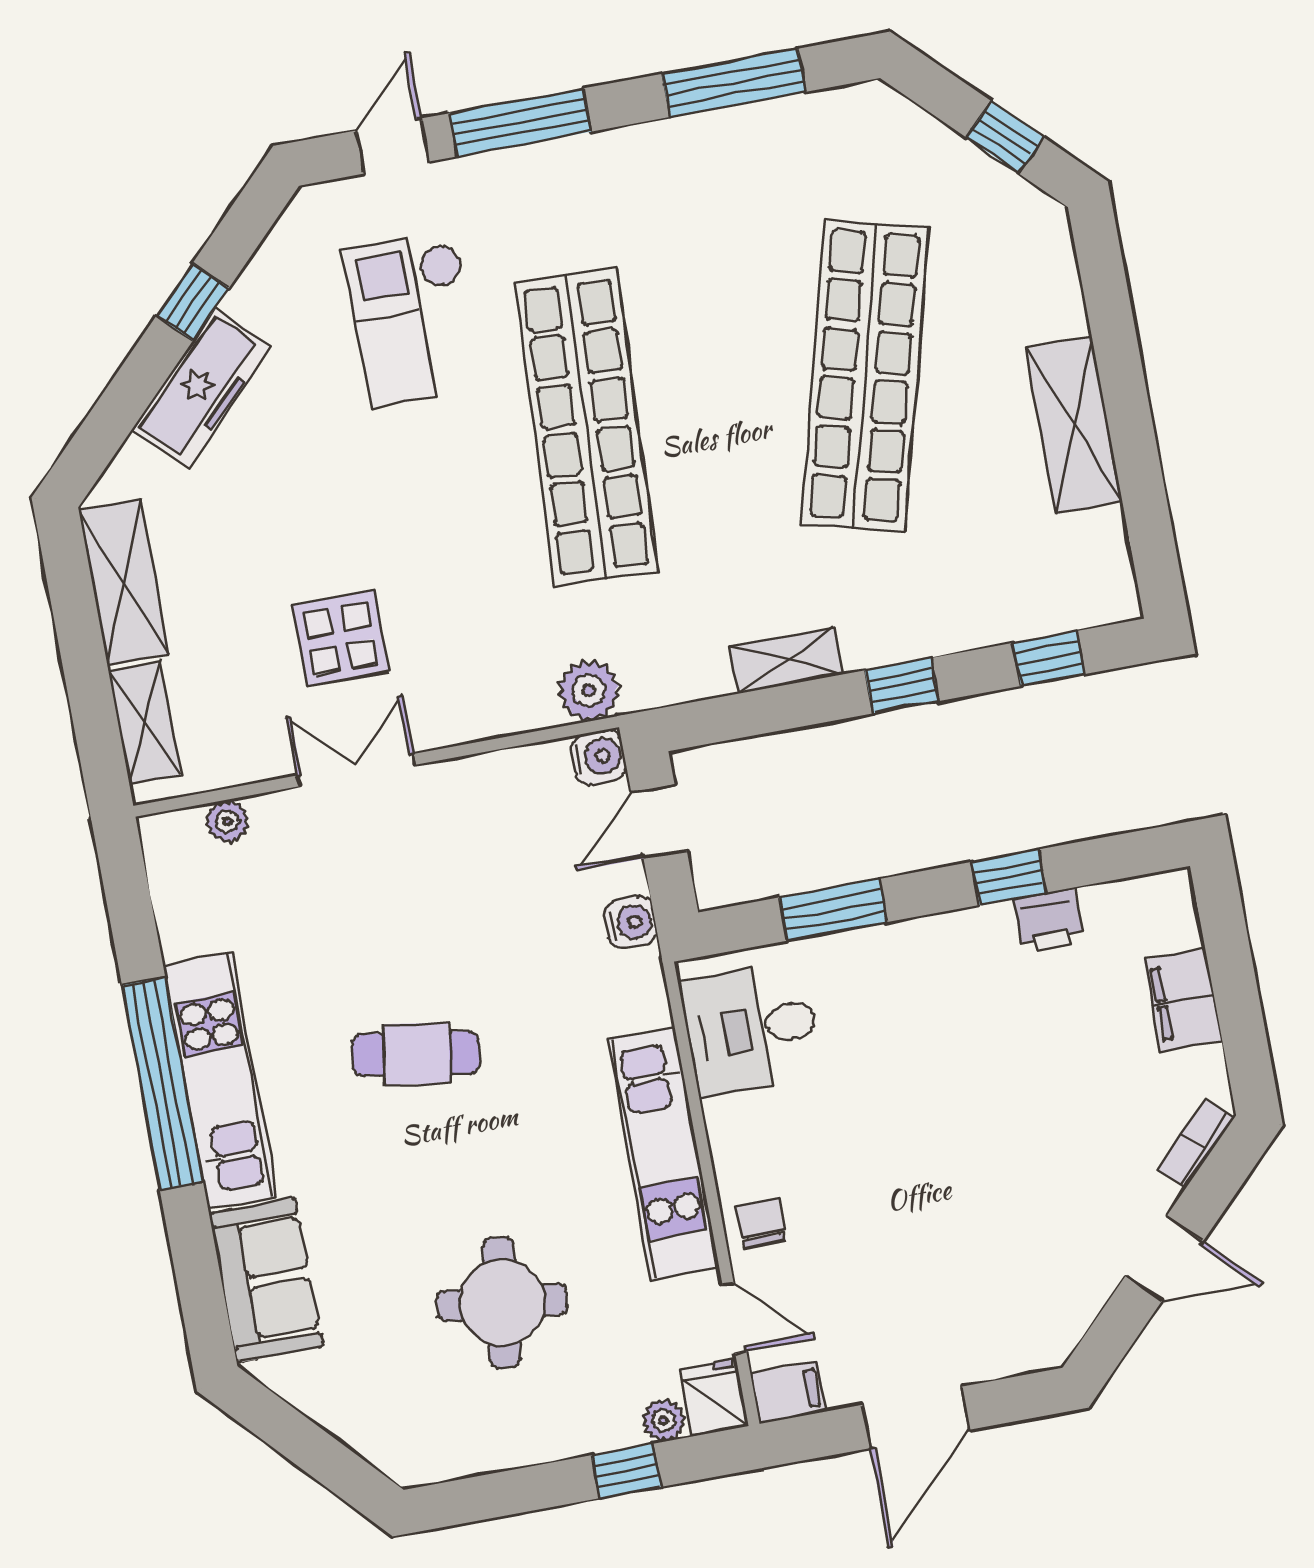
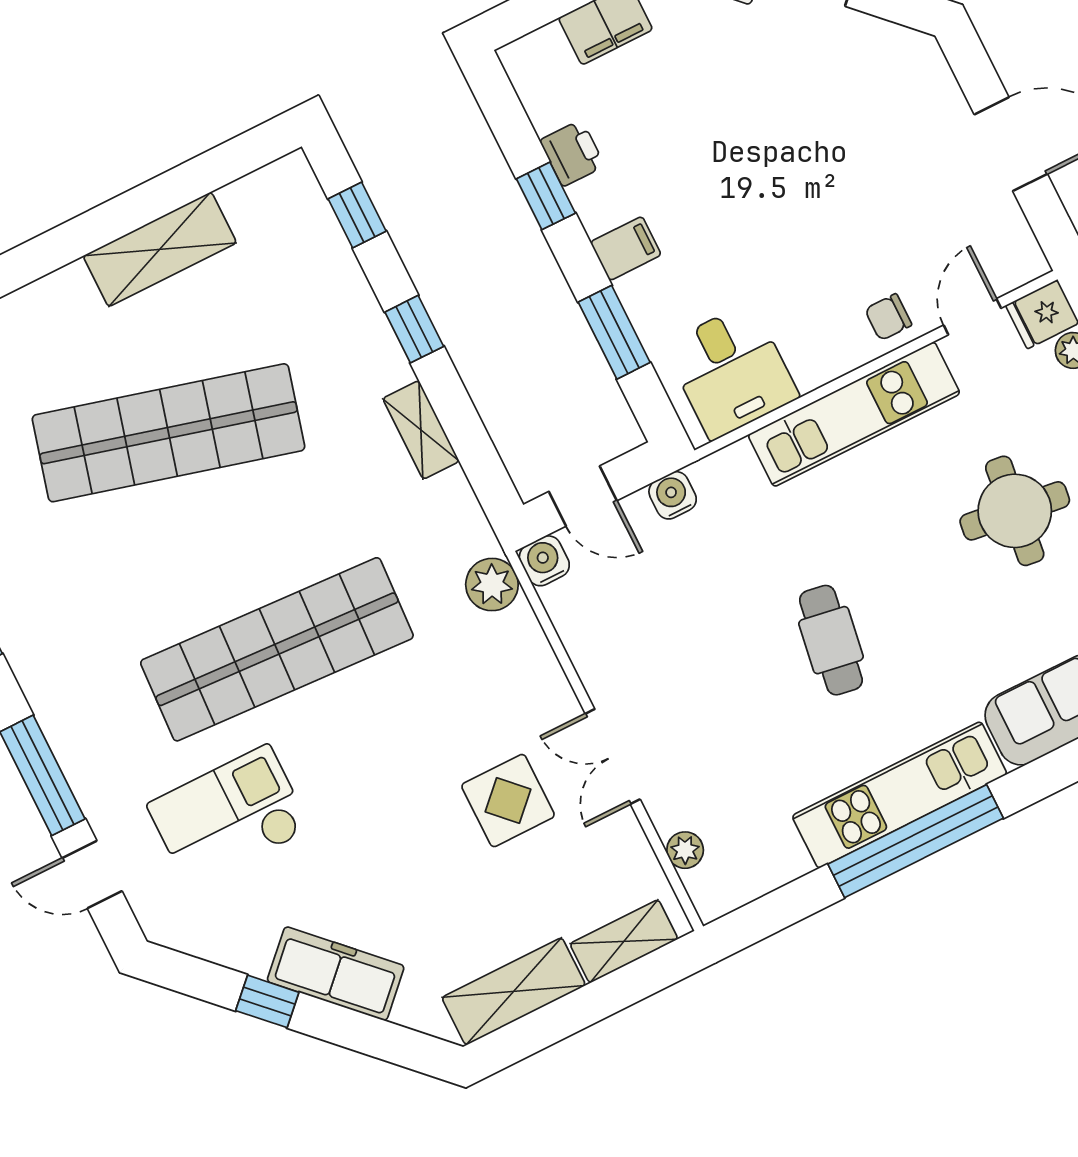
checkout: (413, 319) -> (229, 817), turned 180
filing cabinet: (788, 1393) -> (626, 248), moved, turned 90

